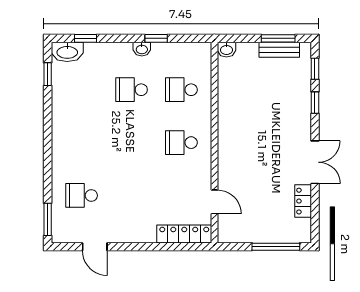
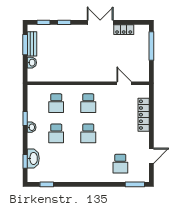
washbasin: (226, 50) -> (32, 63), moved
washbasin: (67, 52) -> (33, 158), moved
school desk: (131, 143) -> (88, 133), added
door: (214, 202) -> (124, 83), hinge flipped
locker: (184, 234) -> (144, 115), moved

